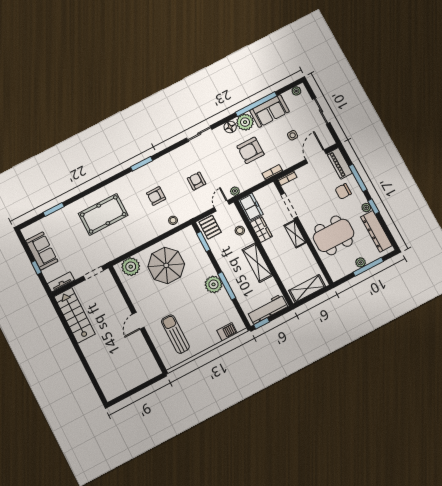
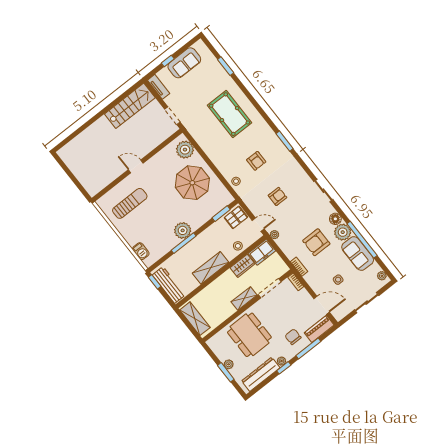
armchair: (251, 150) -> (316, 242), turned -90
armchair: (156, 196) -> (256, 161), turned 180
window: (368, 267) -> (226, 372), width x0.69

